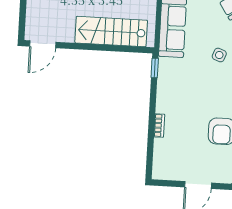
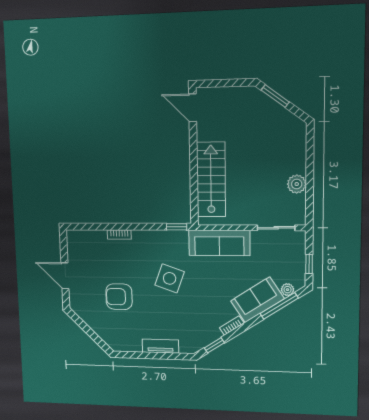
side table: (219, 55) -> (170, 278), moved, width x1.87, depth x1.87

